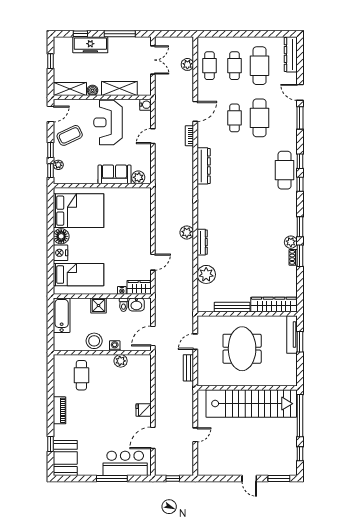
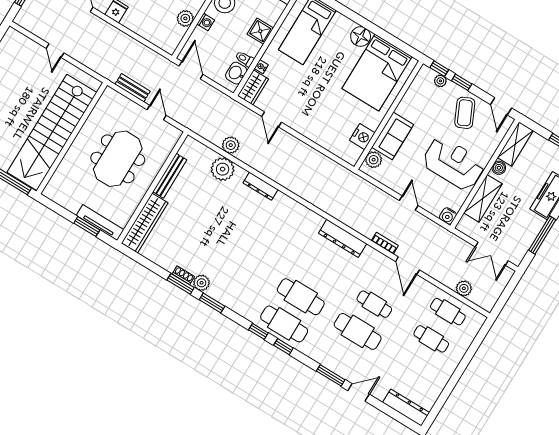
cafe table: (260, 66) -> (301, 297), moved
plant: (187, 232) -> (231, 145), moved
nightstand: (61, 253) -> (362, 137), moved, turned 90
meeting table: (242, 349) -> (118, 159), turned 90

